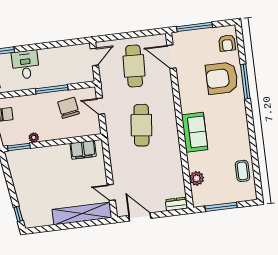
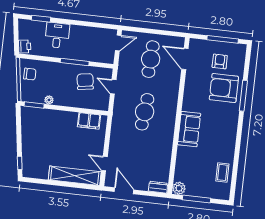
window: (194, 27) -> (223, 39), moved
armchair: (227, 43) -> (220, 61), moved, turned 180
plant: (197, 178) -> (179, 188), moved

